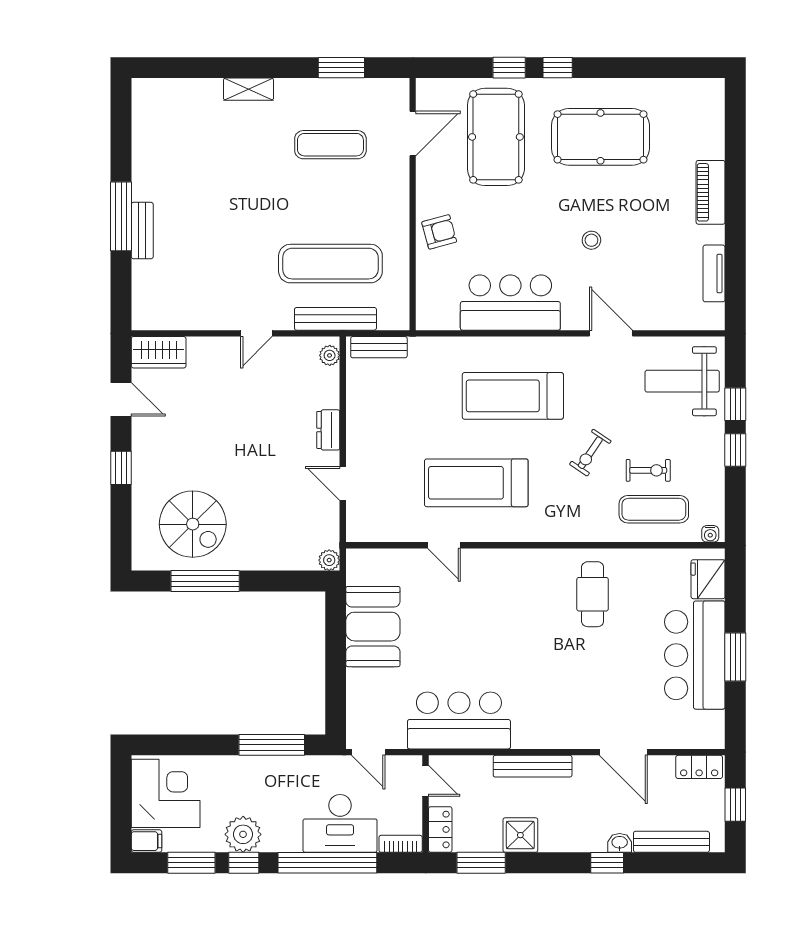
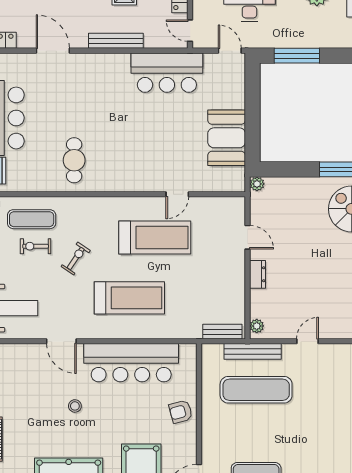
bar counter: (510, 303) -> (131, 363), width x1.36
door: (444, 545) -> (177, 194), swing flipped

